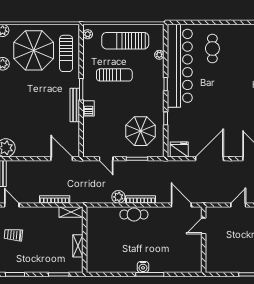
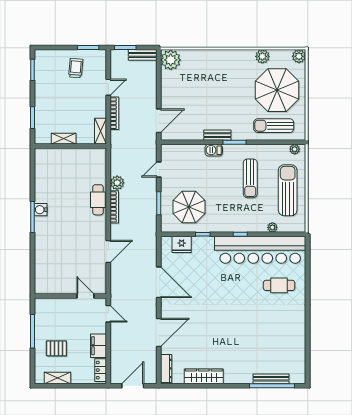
bench: (75, 105) -> (217, 135), width x0.73
fridge: (179, 149) -> (182, 244), moved, turned 90
door: (12, 205) -> (108, 87), moved
door: (204, 226) -> (85, 296), moved
wall: (204, 240) -> (70, 296), moved

